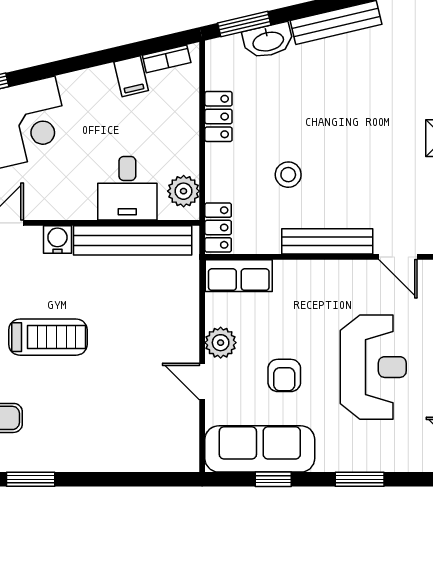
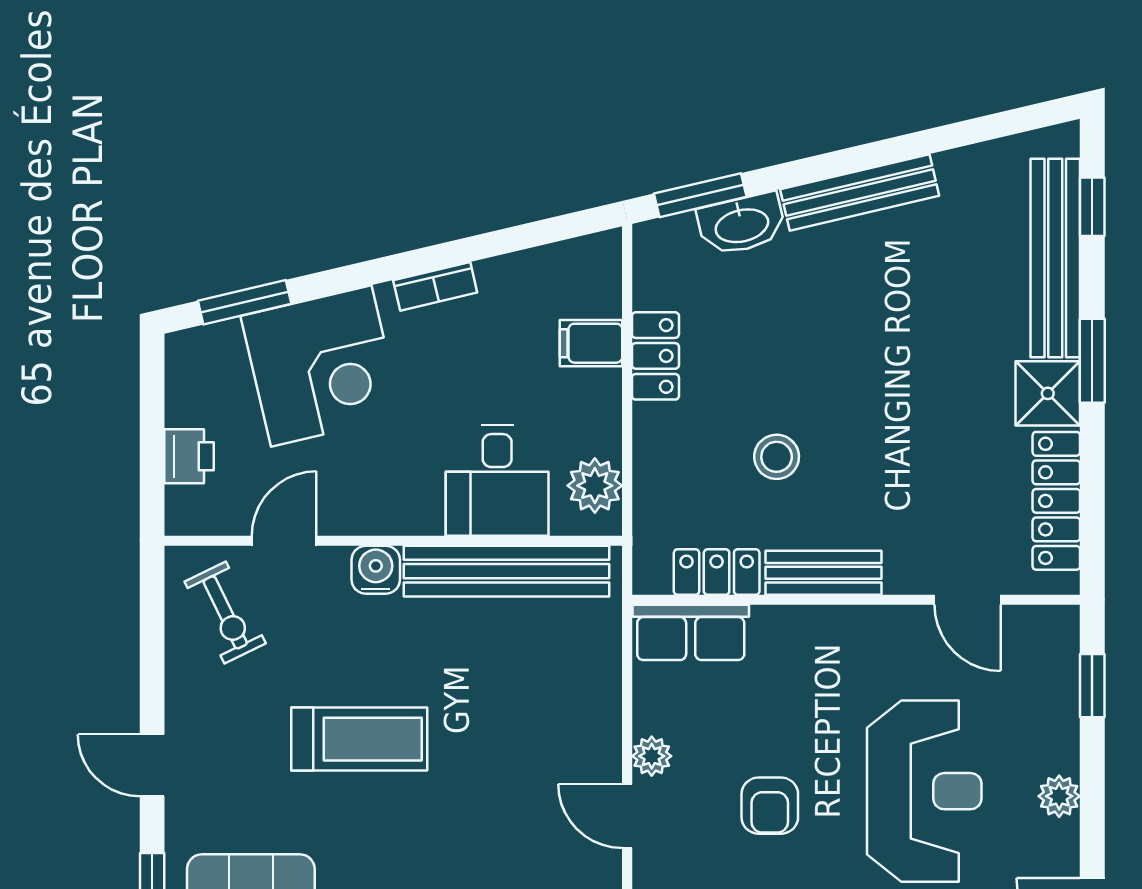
bookcase: (167, 59) -> (435, 286), moved
filing cabinet: (131, 76) -> (591, 343), moved, turned 103
locker: (218, 227) -> (717, 572), moved, turned -90
bench: (327, 241) -> (823, 573), width x0.73
plant: (221, 343) -> (652, 756), width x0.73, depth x0.73

